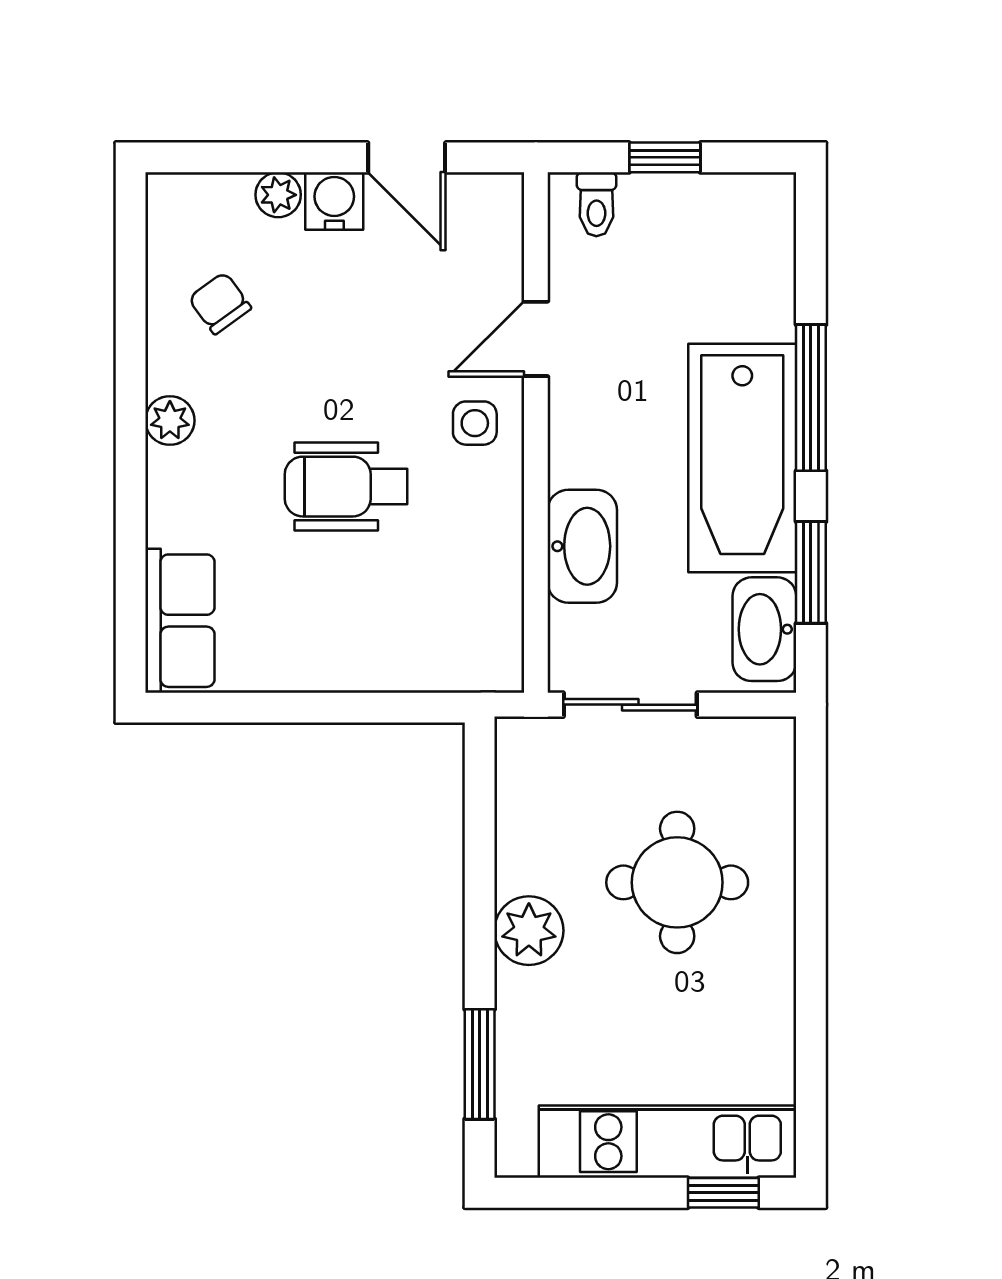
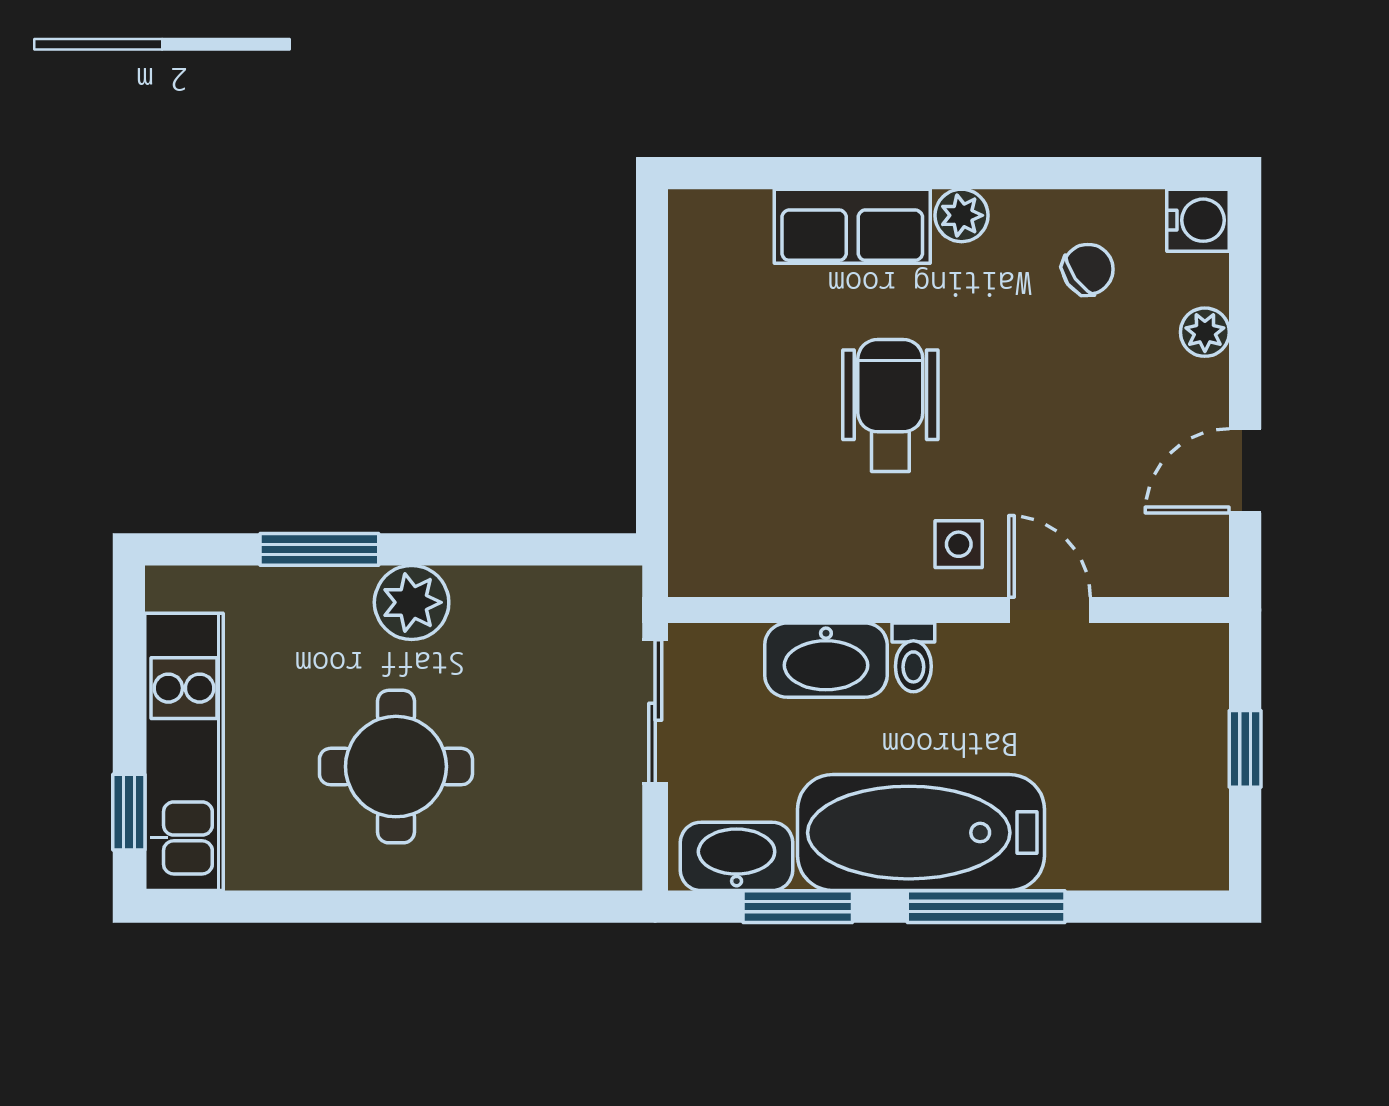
water cooler: (334, 201) -> (1198, 220), moved
toilet: (596, 204) -> (913, 657), moved, turned -90
row of seats: (180, 621) -> (852, 226), moved
round table: (677, 882) -> (396, 767), moved
window: (480, 1064) -> (319, 549), moved

